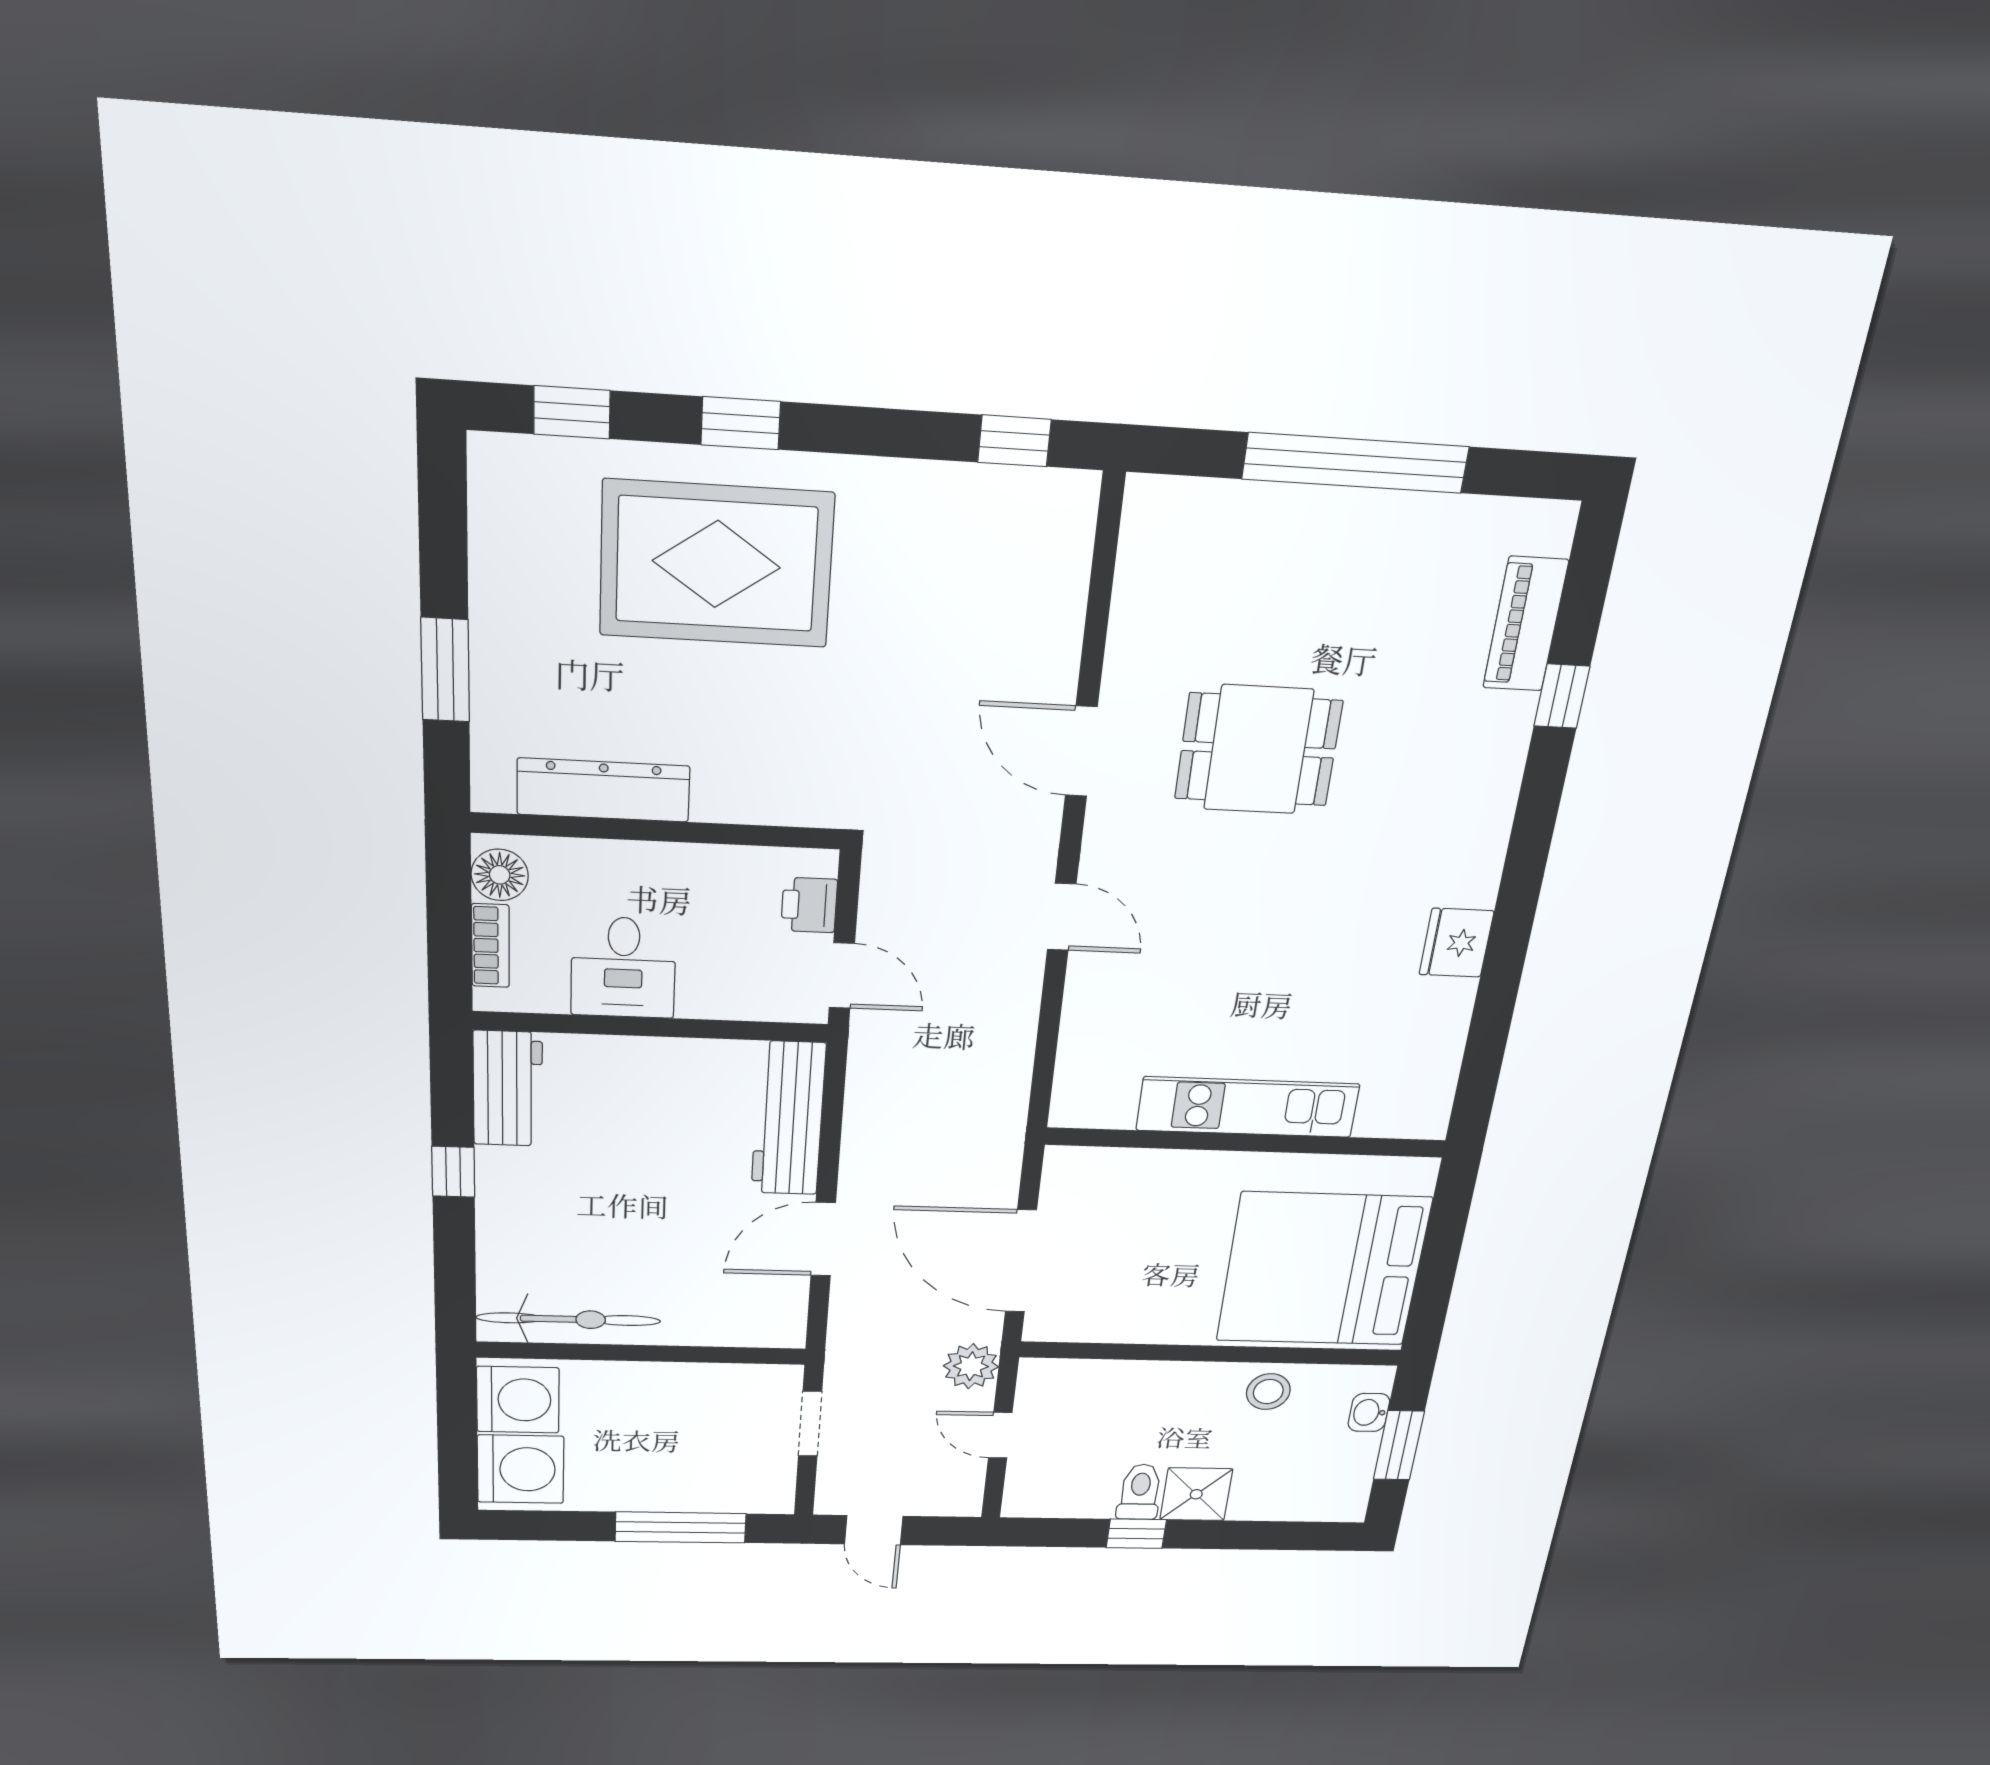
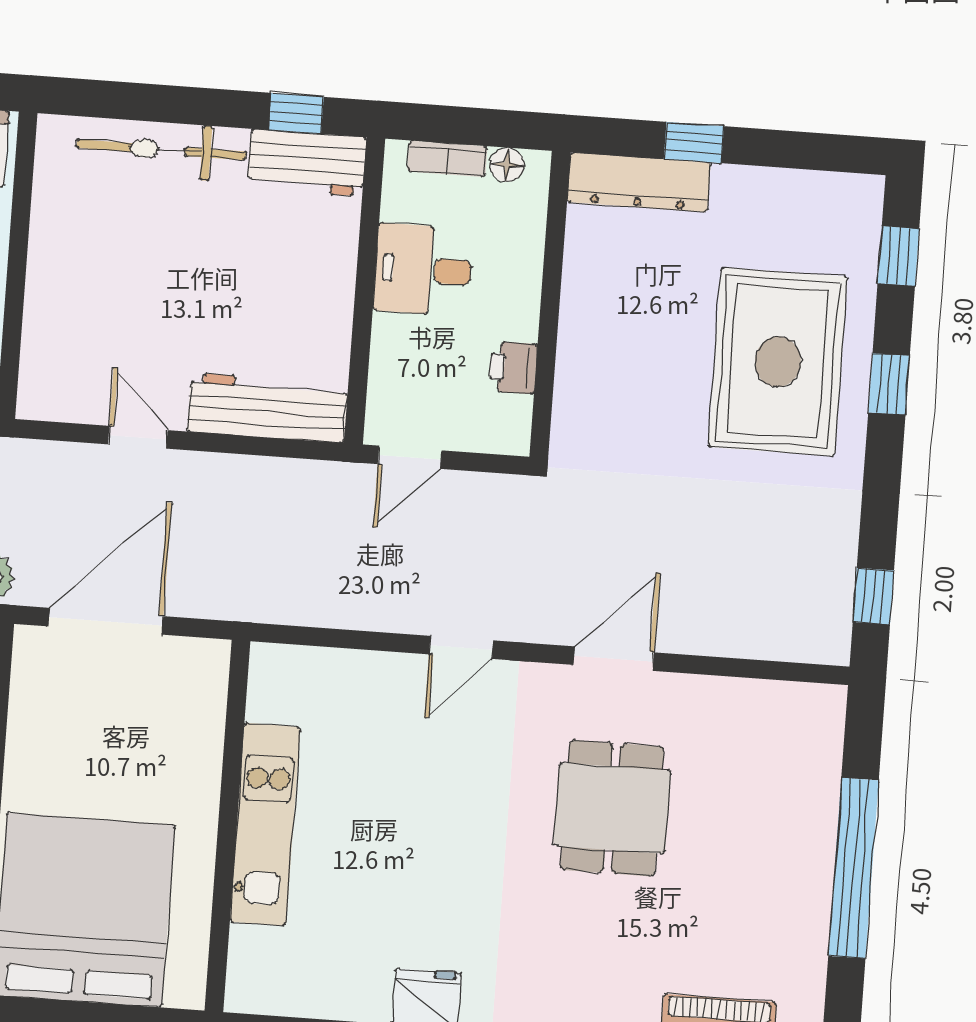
window: (445, 670) -> (694, 143), width x0.67
dresser: (603, 790) -> (639, 182), moved, turned 90
floor lamp: (500, 875) -> (507, 165), width x0.73, depth x0.73
printer: (809, 905) -> (513, 368), moved, turned -90
window: (453, 1172) -> (296, 113), moved
door: (823, 1239) -> (138, 437), width x0.73
bicycle: (568, 1319) -> (161, 150), moved, turned 90

